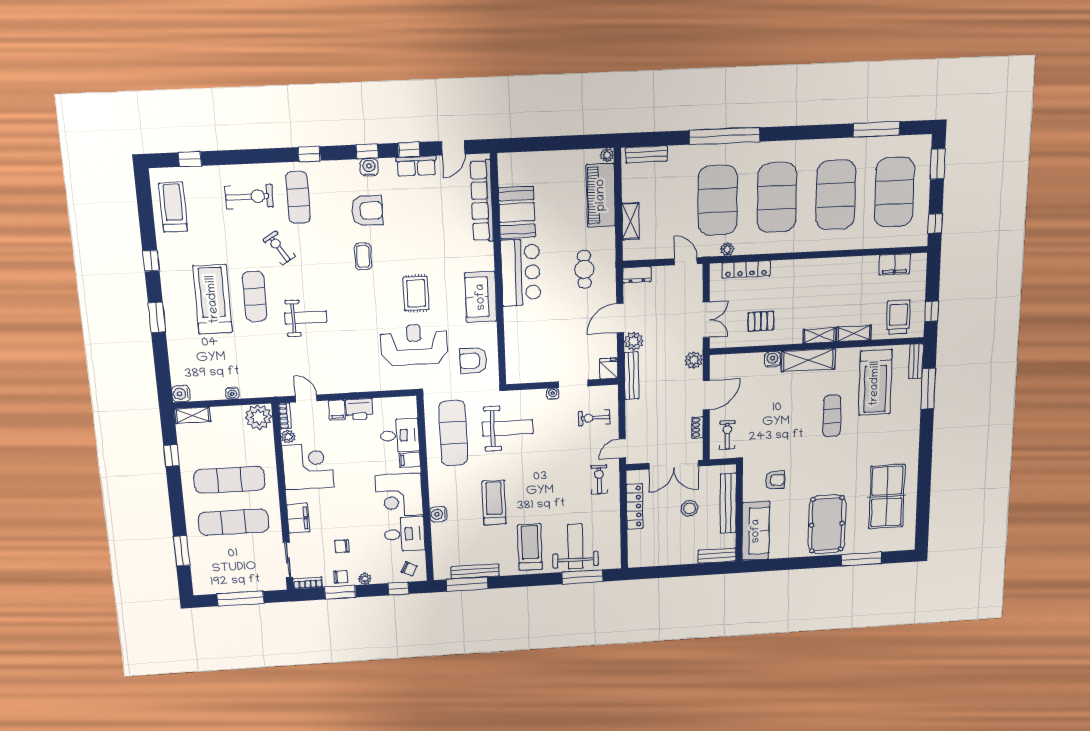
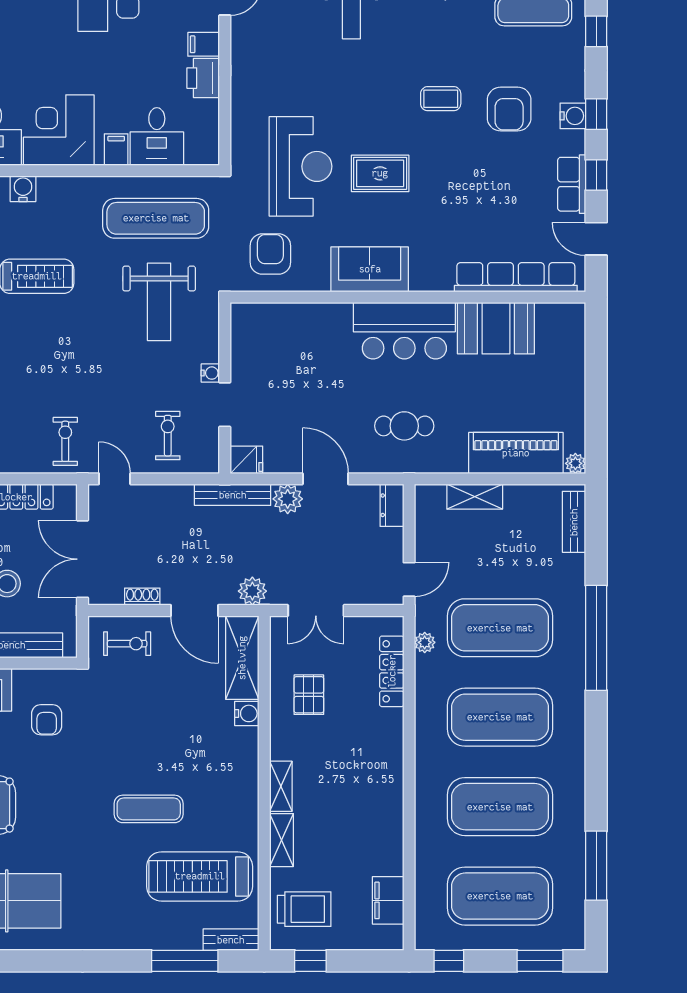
shelving: (808, 360) -> (242, 658), moved
exercise bike: (599, 479) -> (65, 441), turned -90

